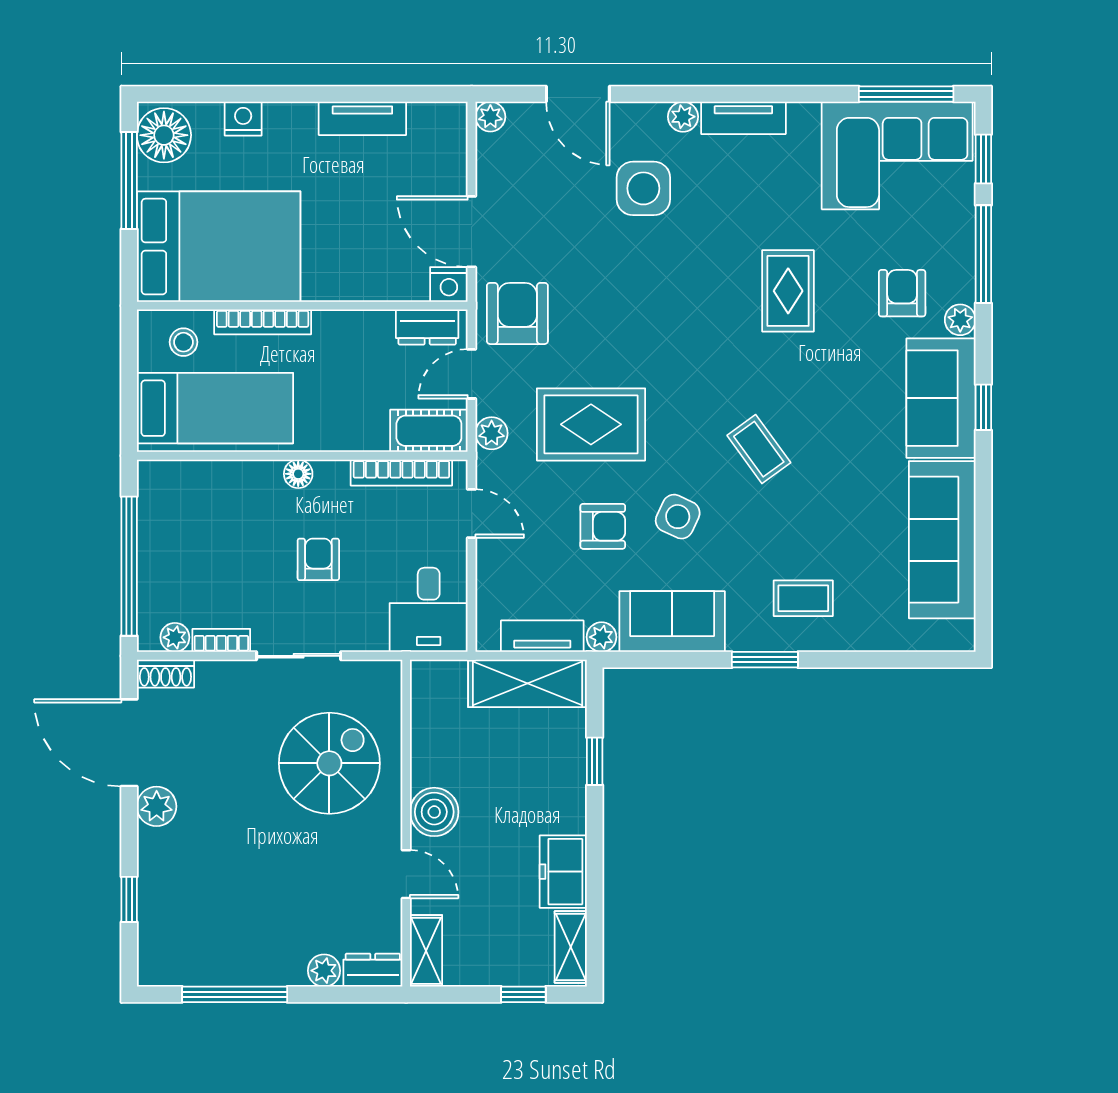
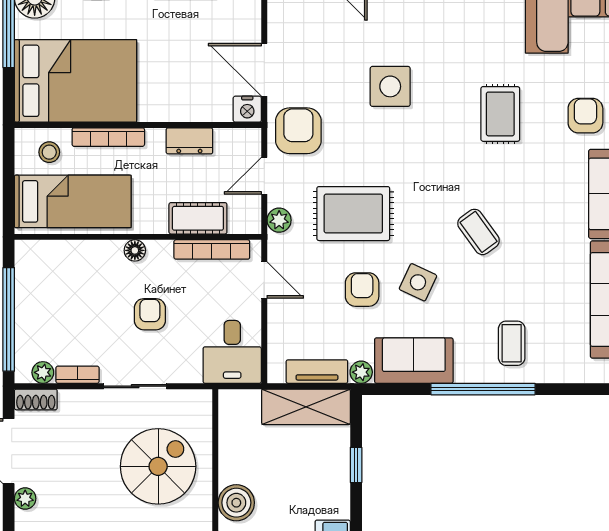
side table: (643, 188) -> (390, 86), moved
dresser: (427, 327) -> (189, 141), moved
cot: (429, 431) -> (198, 218), moved
armchair: (603, 526) -> (362, 290), turned -90
coffee table: (803, 598) -> (512, 343), turned 90
window: (765, 660) -> (483, 389), width x2.11
plant: (157, 806) -> (25, 499), width x0.73, depth x0.73

